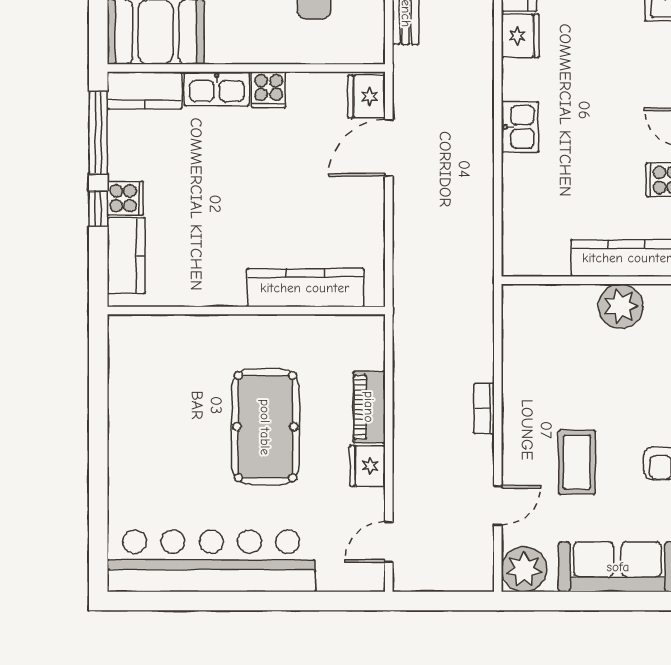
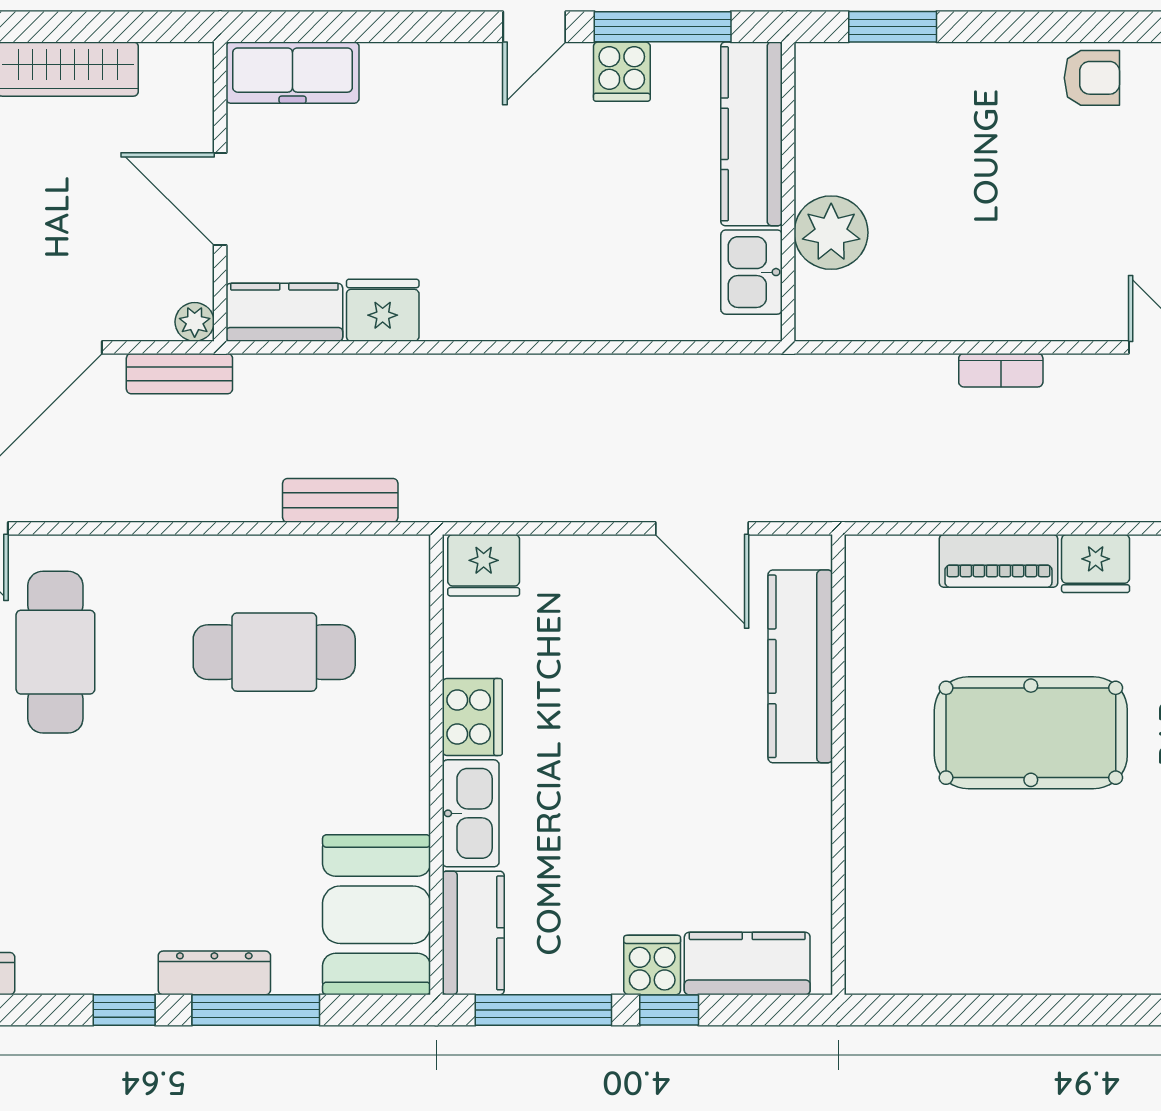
cooker: (269, 90) -> (472, 717), width x1.36
kitchen sink: (520, 127) -> (752, 272), moved, turned -90
door: (389, 148) -> (702, 528), moved
plant: (620, 306) -> (831, 233), moved
coffee table: (577, 462) -> (1090, 216), removed

